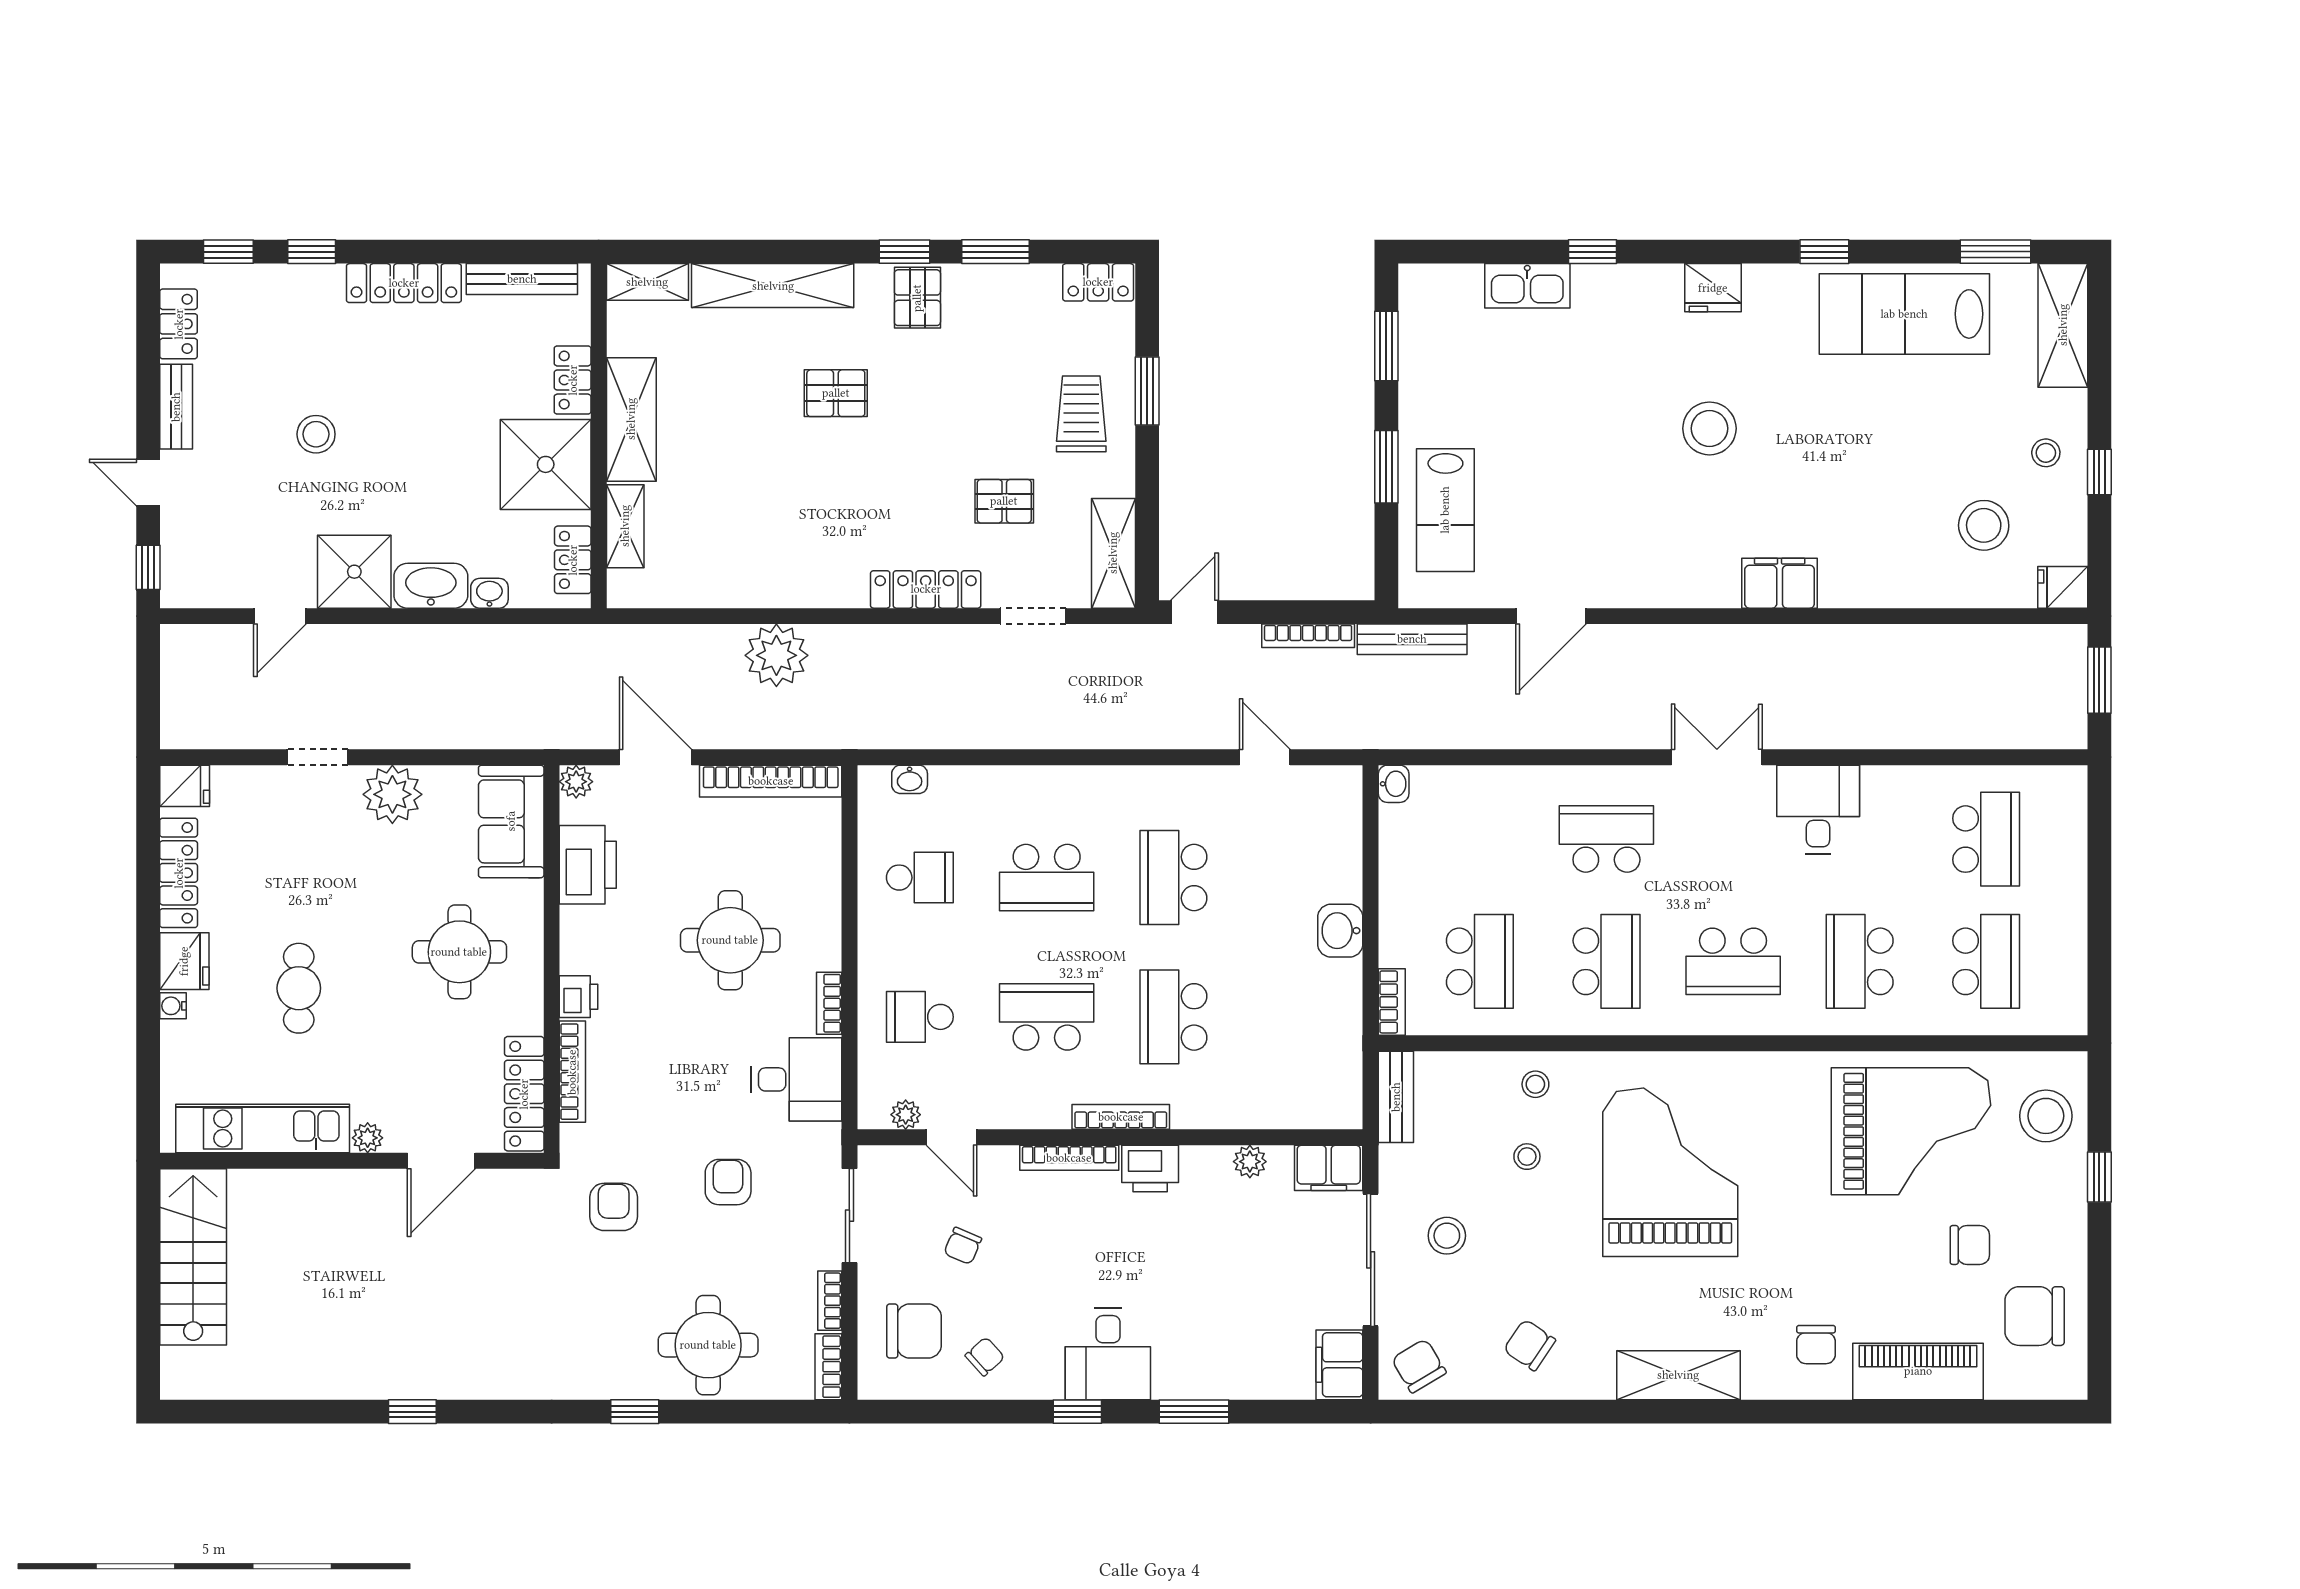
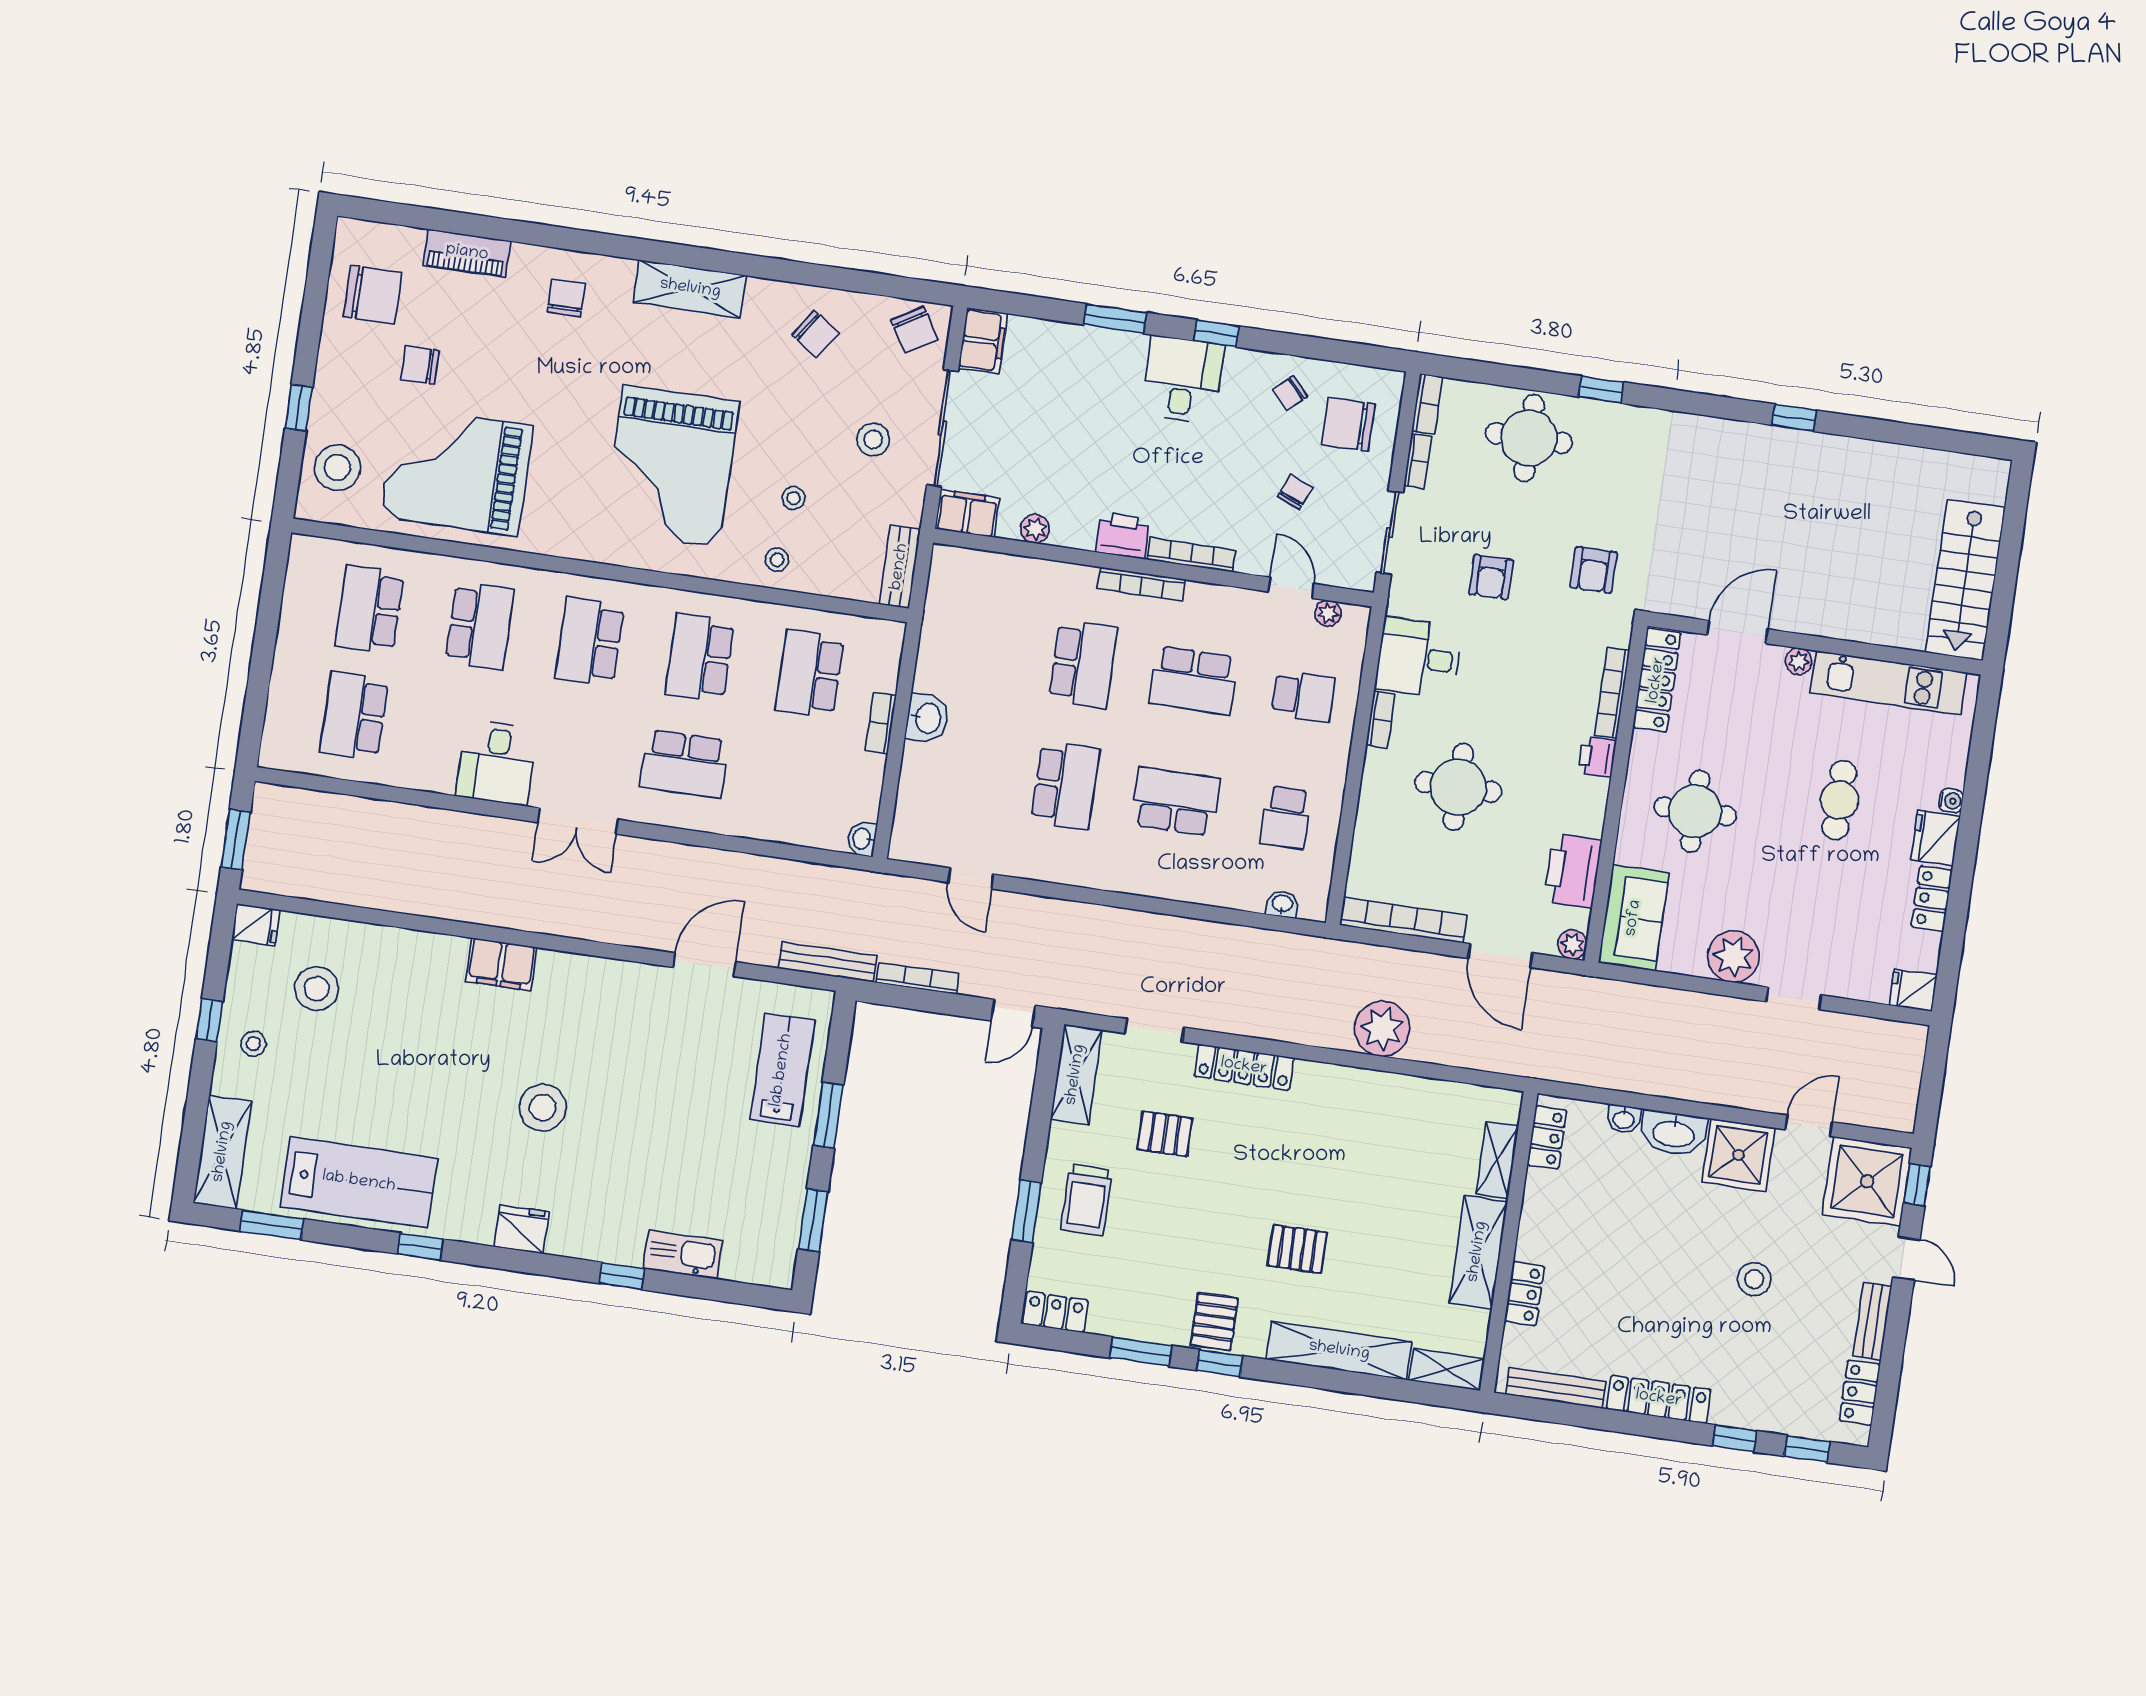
shower: (546, 464) -> (1867, 1181), moved
locker: (179, 873) -> (1932, 899), width x0.66
school desk: (920, 878) -> (1286, 817), turned -90
school desk: (1733, 961) -> (590, 642), turned -90
bookcase: (1392, 1002) -> (881, 723), moved
piano: (1918, 1371) -> (467, 253), width x0.73, depth x0.75

